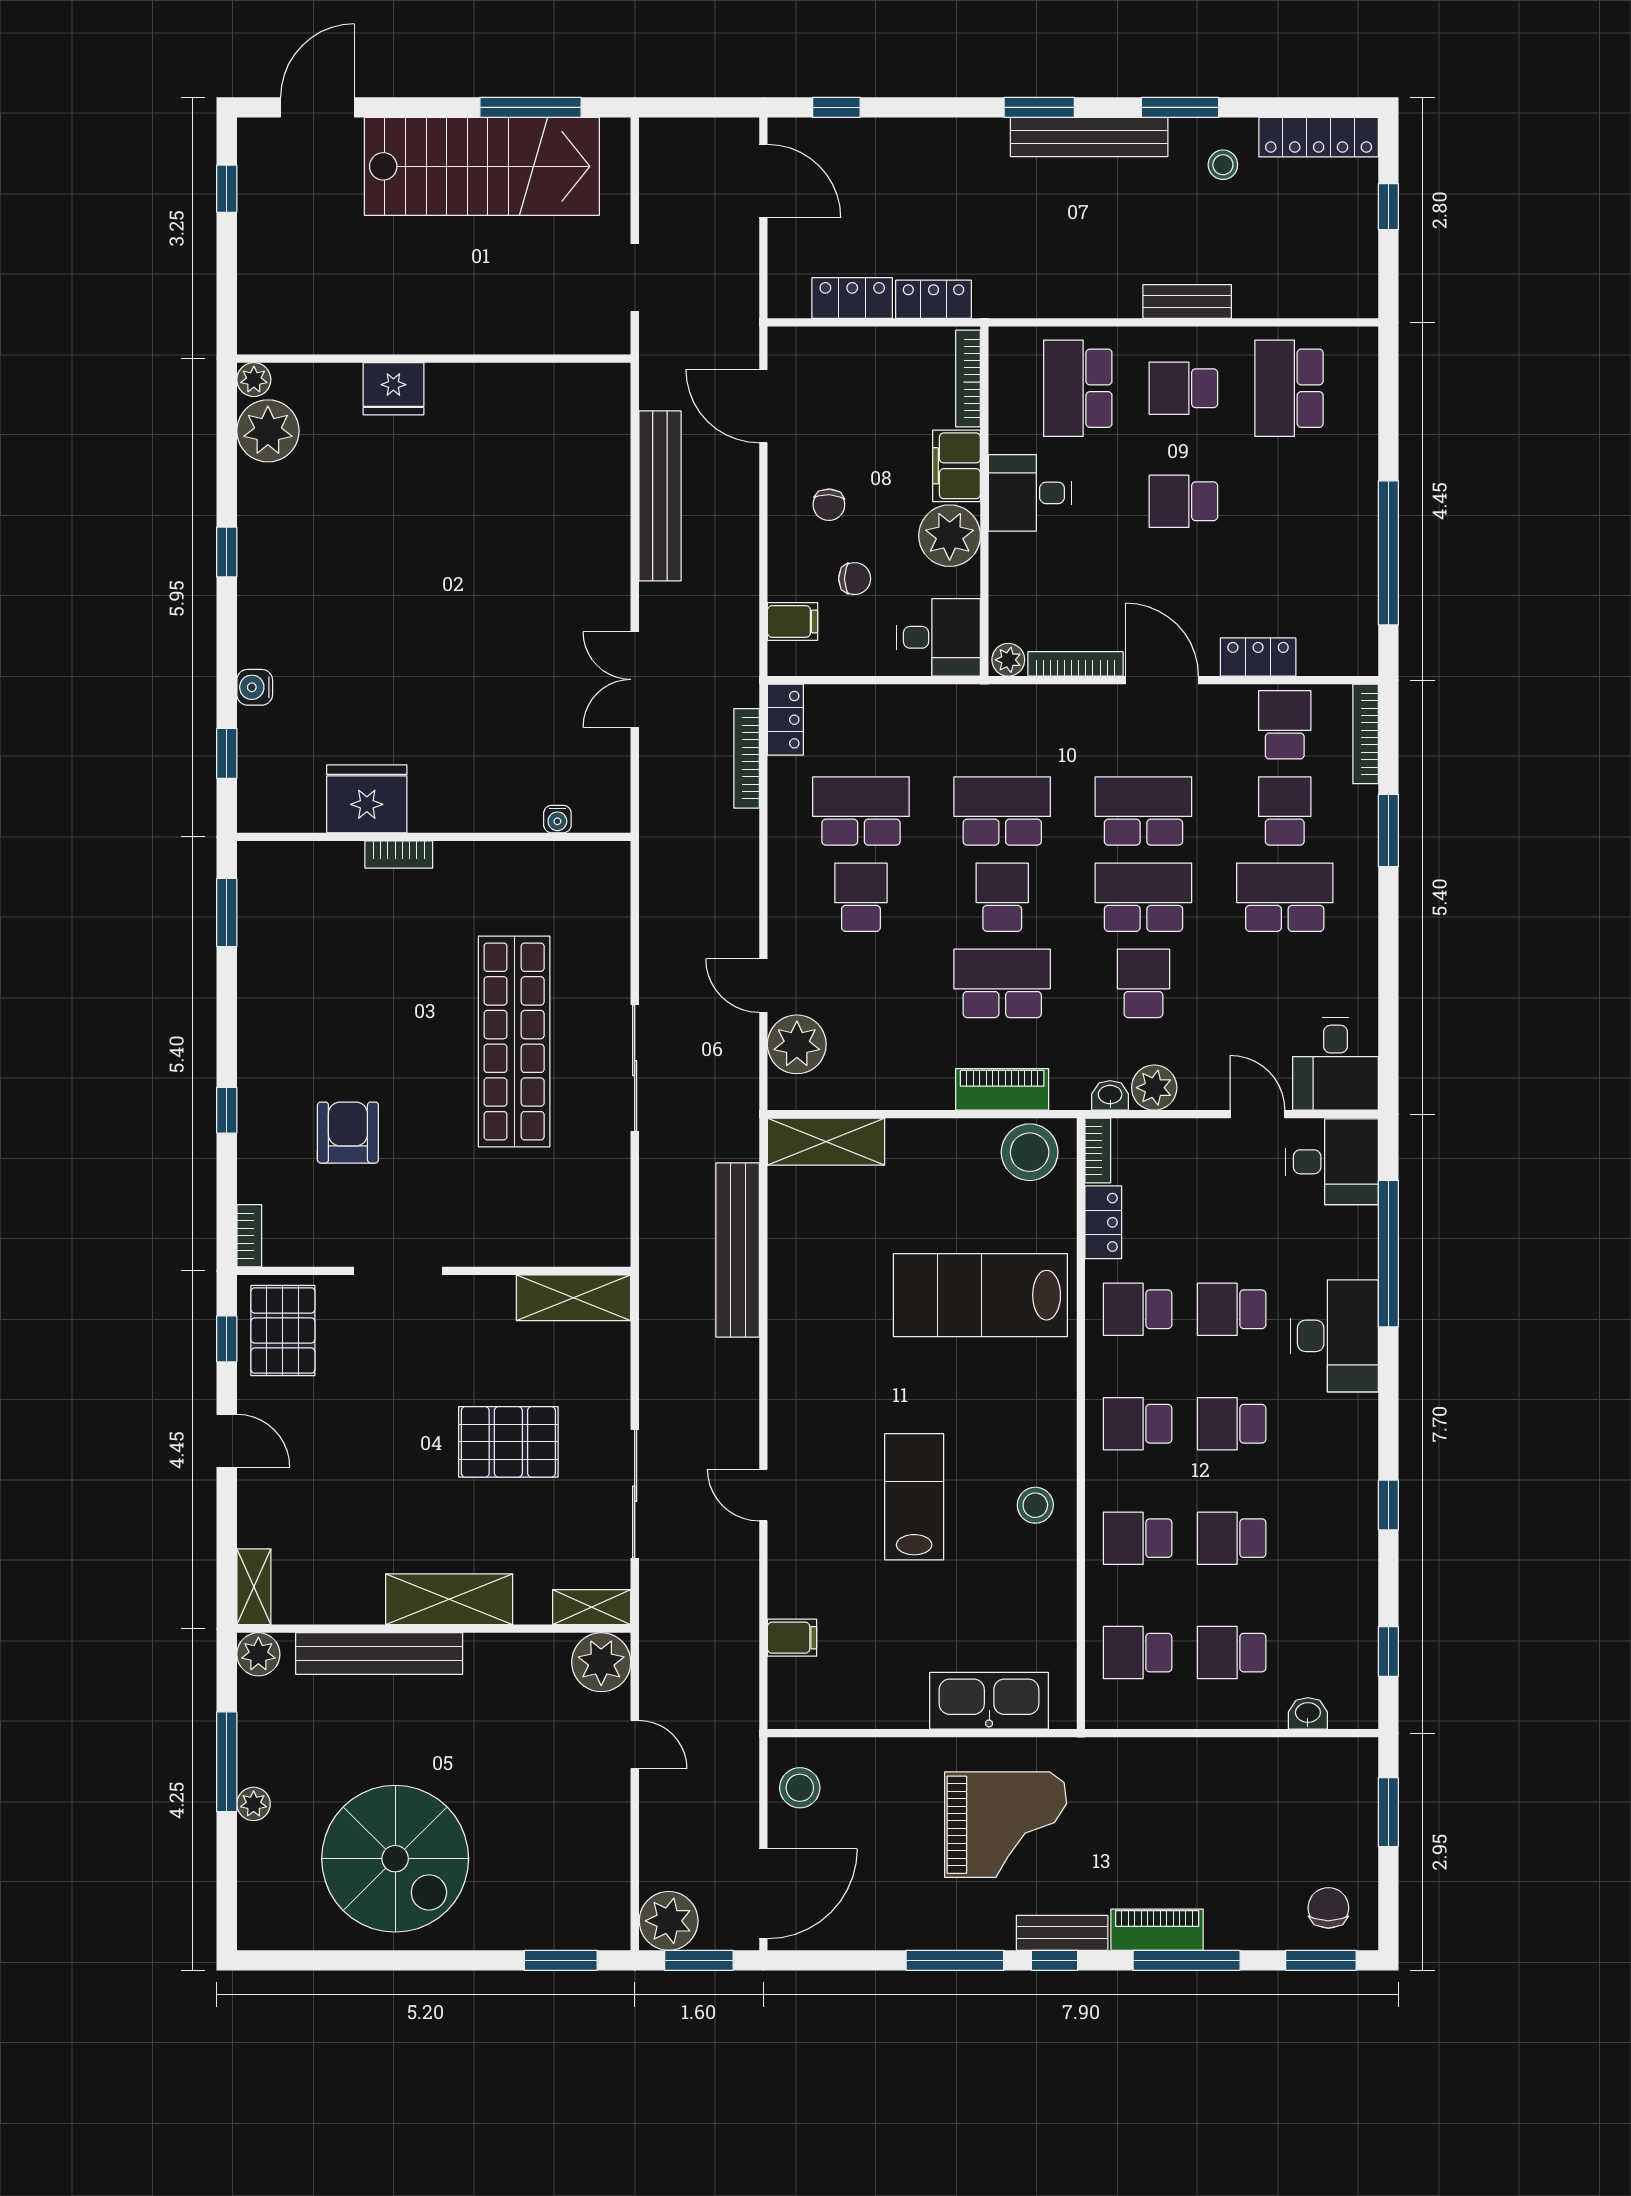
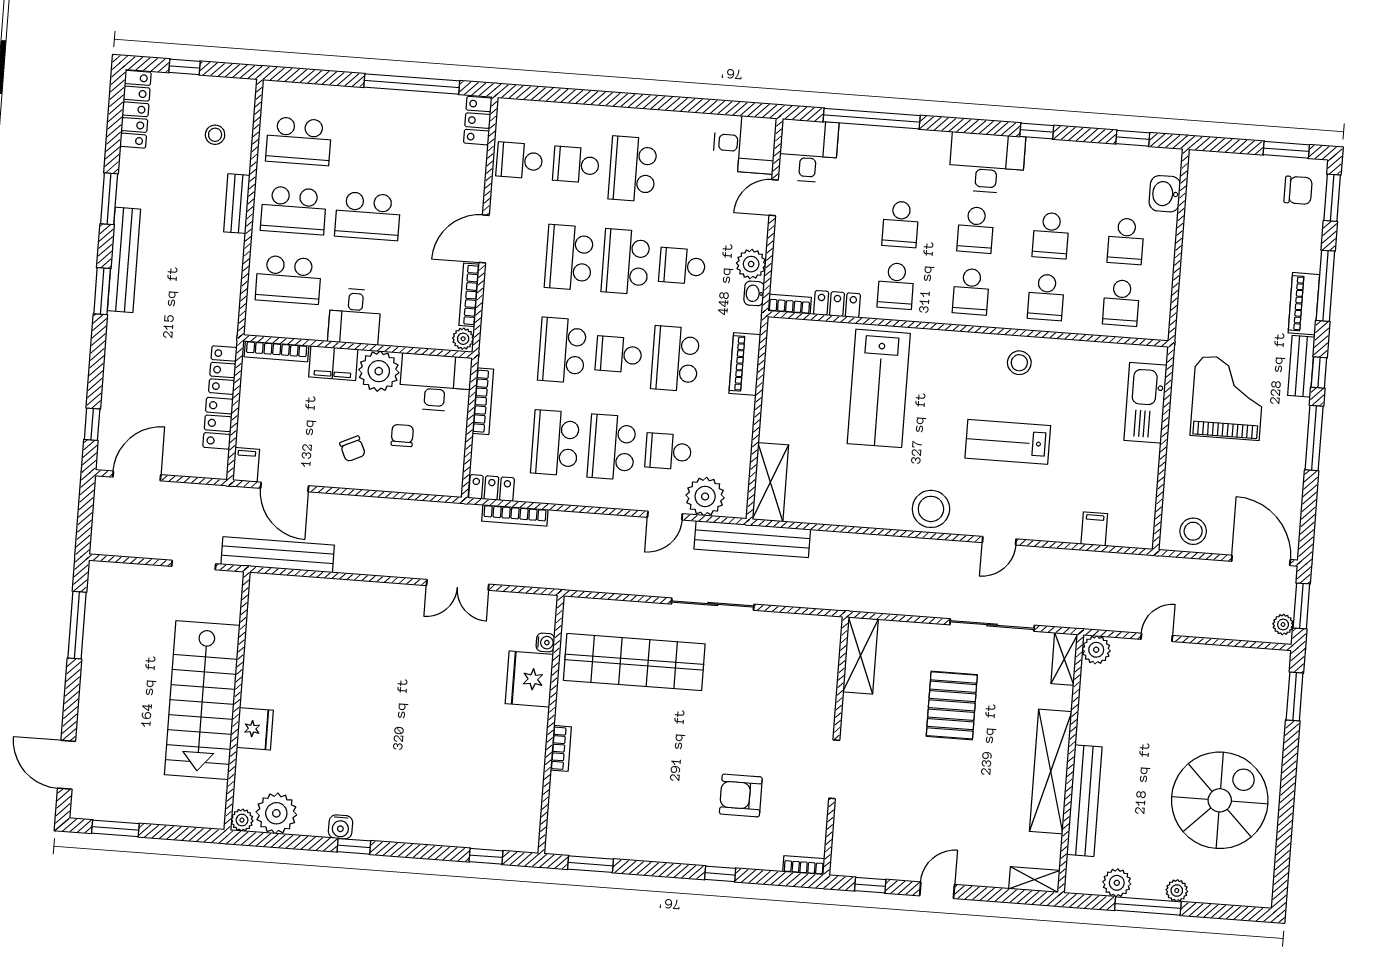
stool: (1223, 165) -> (215, 135), moved
stairs: (482, 166) -> (202, 700), moved, turned 180
window: (227, 189) -> (115, 828), width x1.50
school desk: (1183, 388) -> (294, 210), width x1.85
door: (763, 406) -> (285, 487), hinge flipped
bench: (660, 496) -> (278, 555), moved
school desk: (1183, 501) -> (368, 216), width x1.85
chair: (829, 505) -> (353, 449), turned 62
filing cabinet: (792, 621) -> (246, 465), moved
desk: (939, 637) -> (435, 383), width x1.37
locker: (1258, 657) -> (478, 121), moved
water cooler: (255, 687) -> (341, 827), moved
bookcase: (1366, 734) -> (483, 401), moved, turned -90
fridge: (367, 799) -> (529, 679), moved
window: (1388, 831) -> (594, 98), removed
school desk: (861, 897) -> (612, 447), width x1.85
school desk: (861, 983) -> (668, 451), added
shop shelf: (514, 1041) -> (634, 662), moved
stool: (1030, 1152) -> (931, 509), moved
bench: (738, 1250) -> (752, 539), moved
pallet: (283, 1330) -> (868, 848), removed
desk: (1334, 1336) -> (987, 163), moved
shelving: (449, 1599) -> (1051, 772), width x1.47
plant: (258, 1654) -> (1117, 883), moved
plant: (601, 1662) -> (1096, 650), width x0.73, depth x0.73
washbasin: (1308, 1713) -> (1165, 194), width x1.38, depth x1.45
window: (1388, 1812) -> (1286, 150), moved
chair: (1328, 1908) -> (1298, 190), turned 180
plant: (669, 1921) -> (1283, 625), width x0.53, depth x0.53

